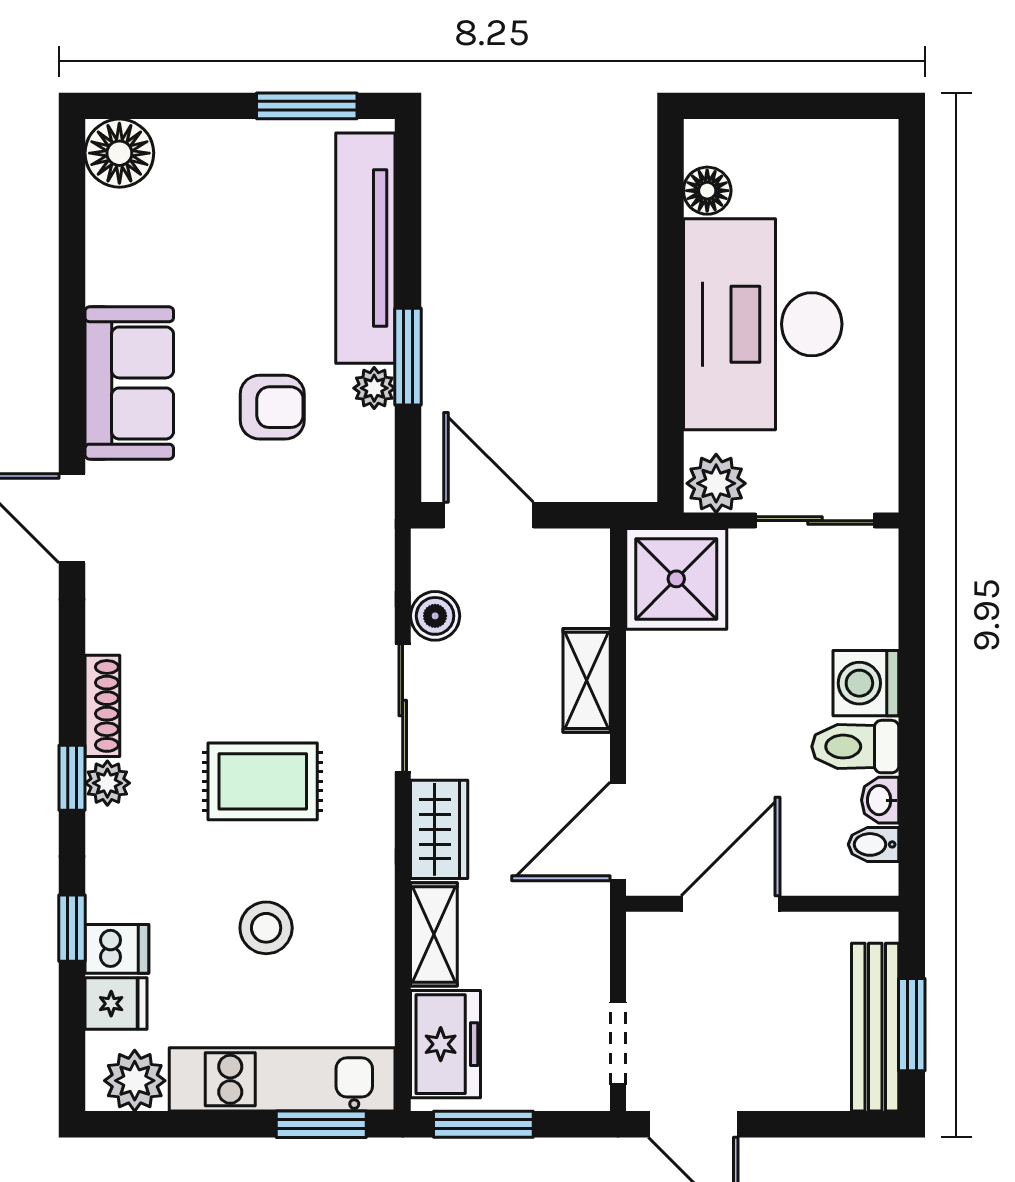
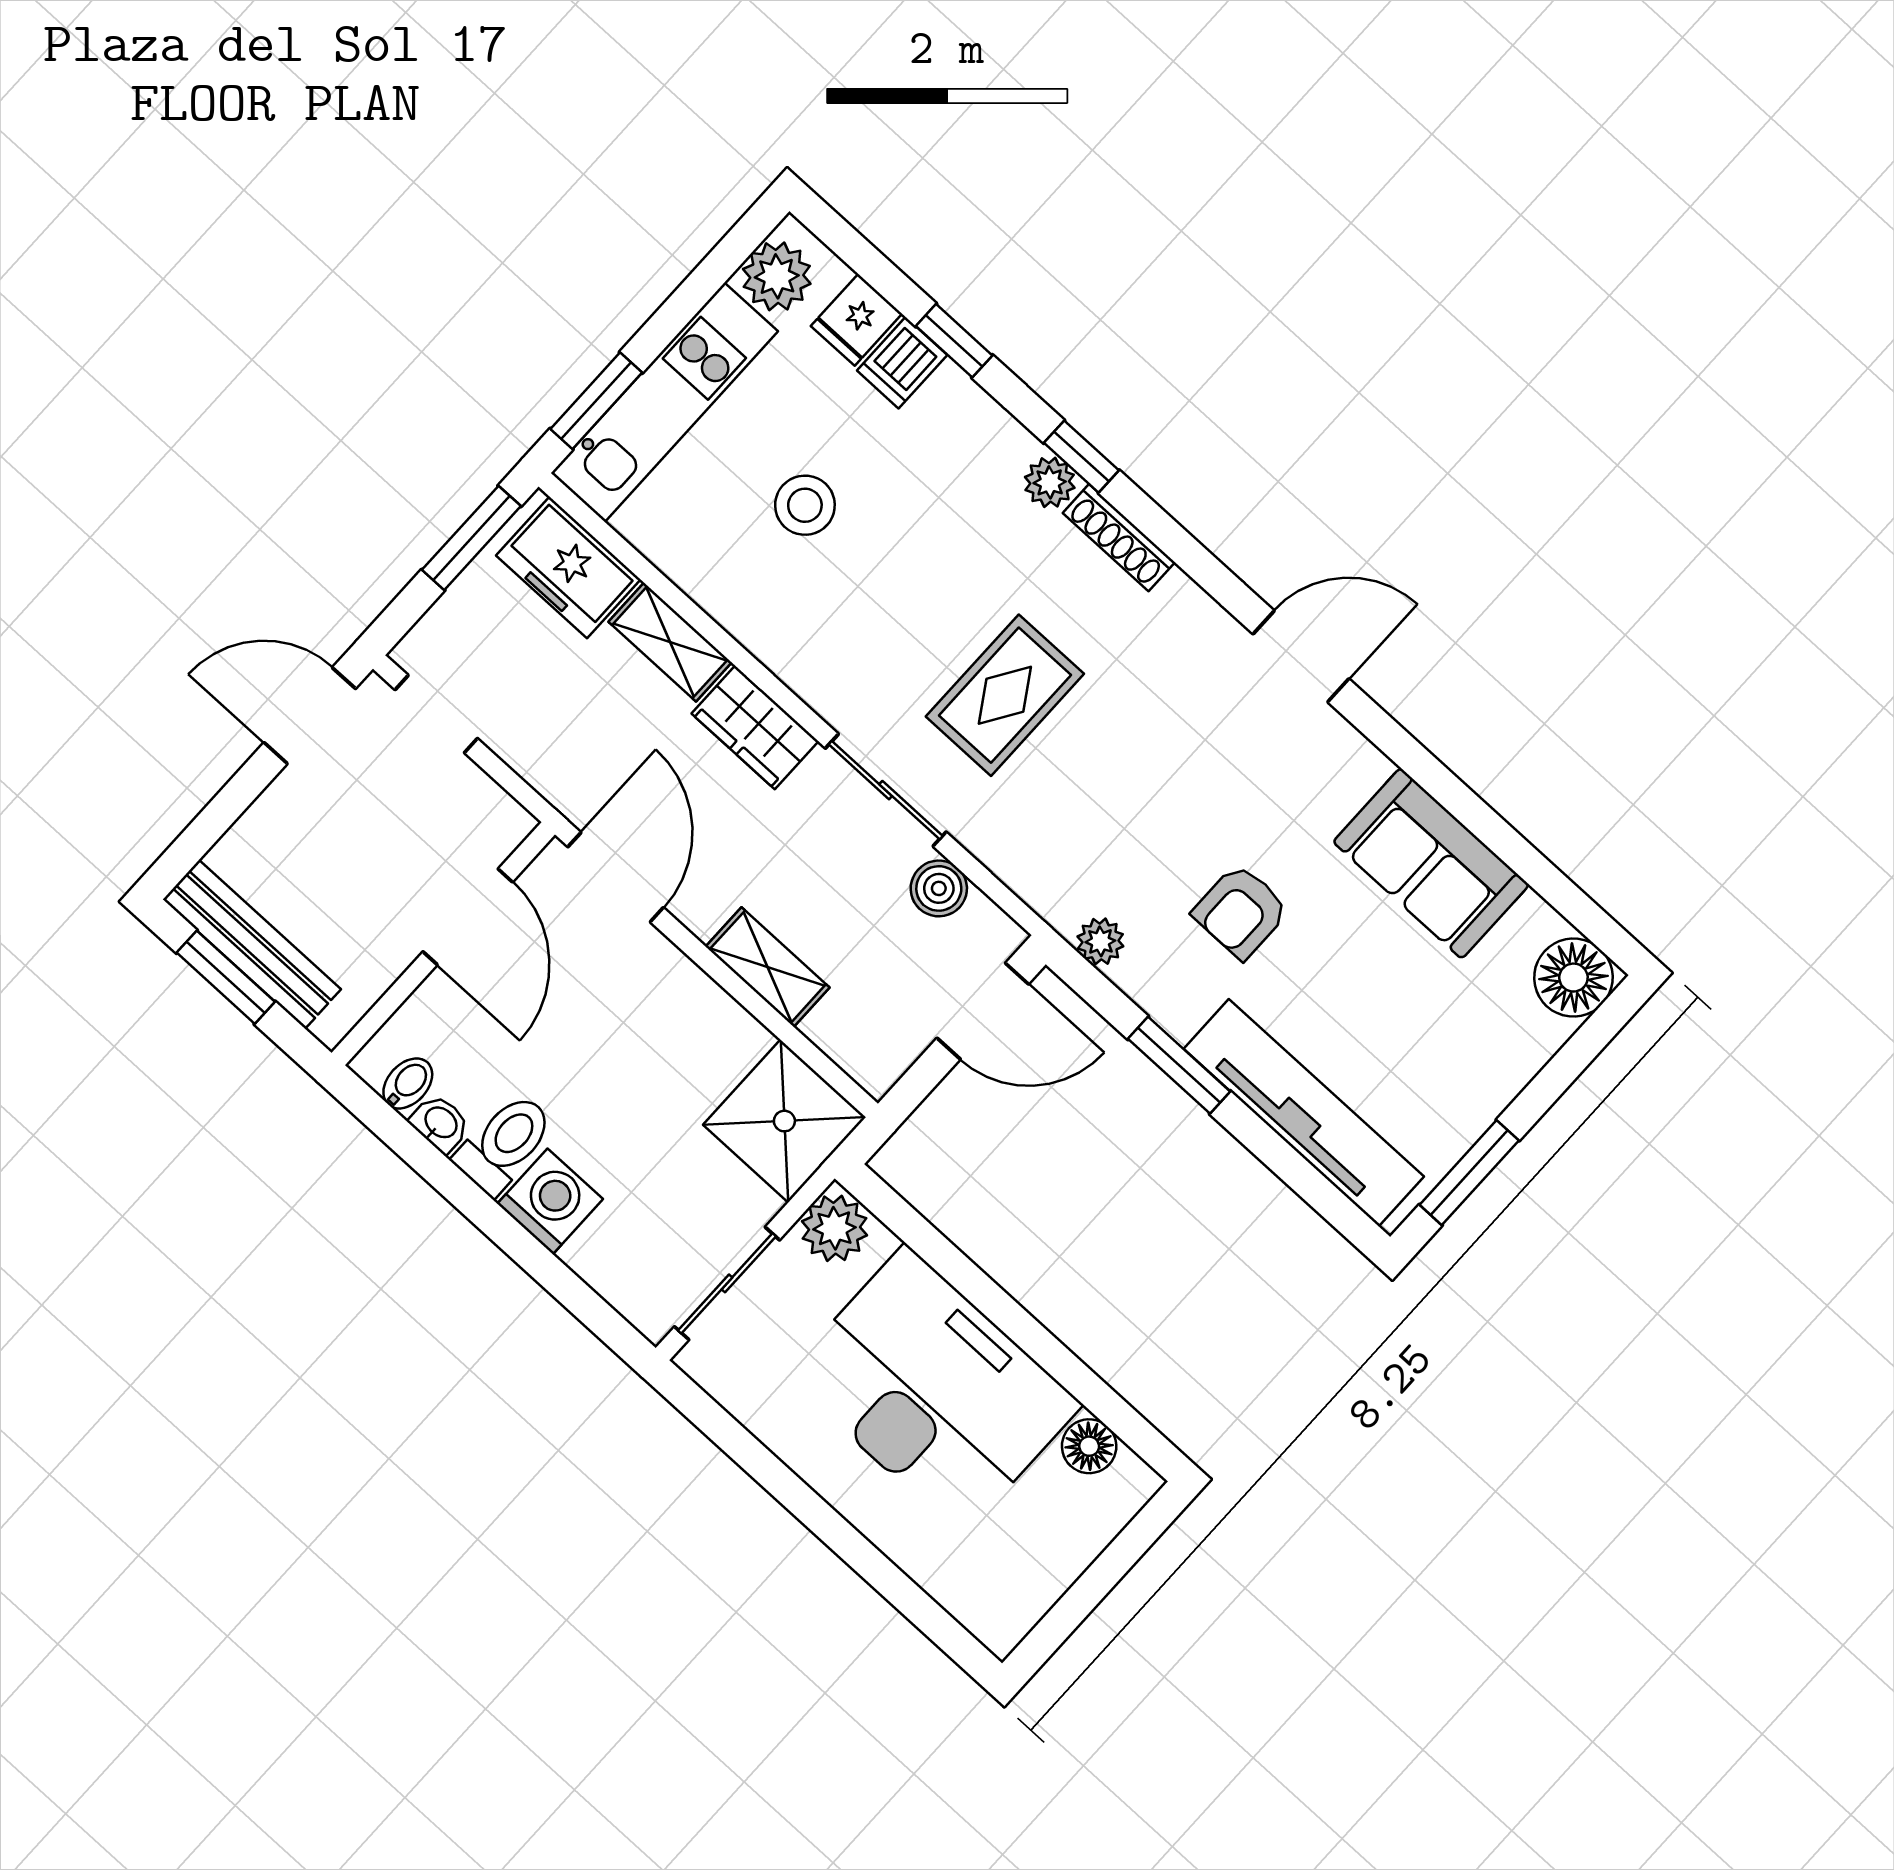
sofa: (129, 383) -> (1431, 863), moved
plant: (374, 388) -> (1100, 941), moved
rug: (263, 781) -> (1005, 695), moved

